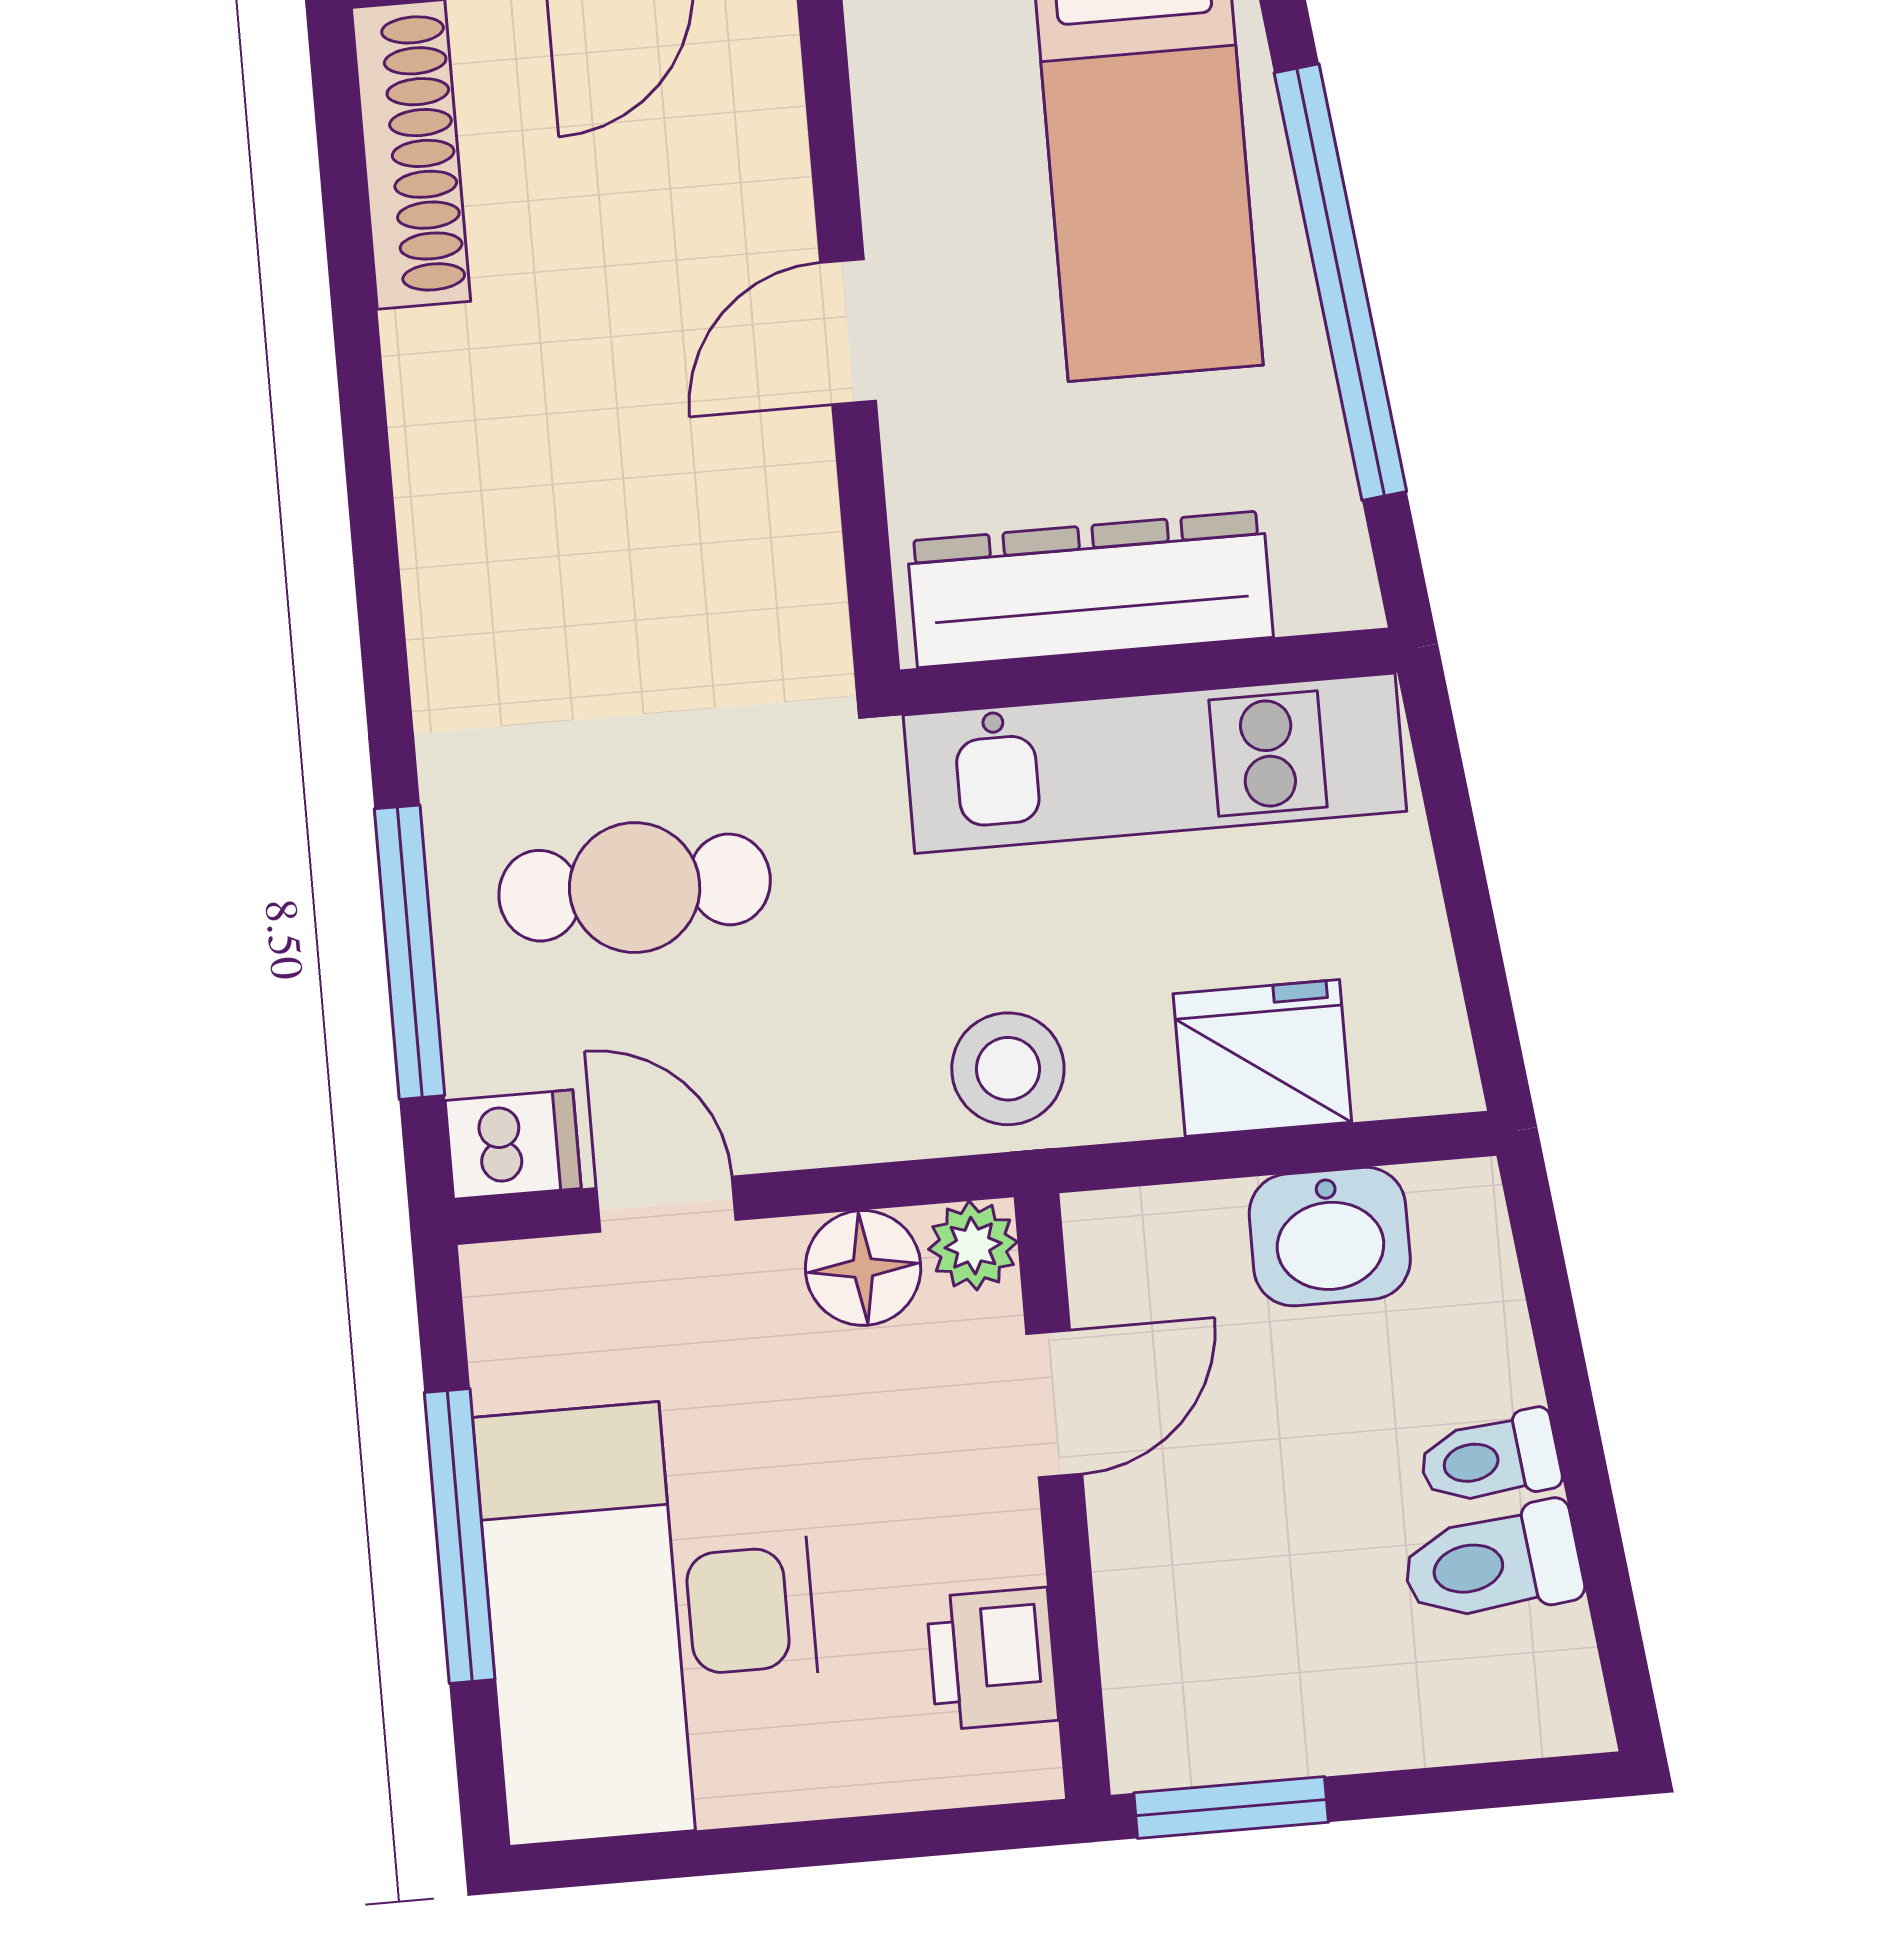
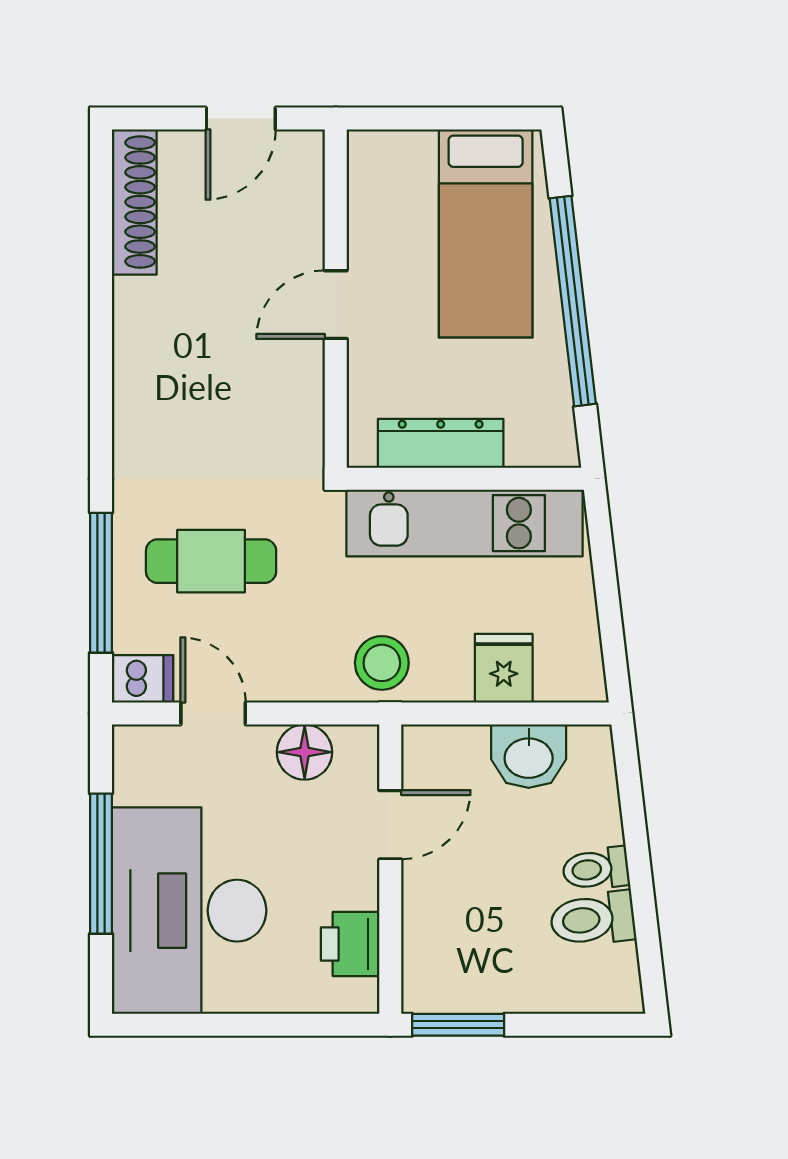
dresser: (1090, 589) -> (441, 443), width x0.73, depth x0.80
fridge: (1262, 1058) -> (504, 668), width x0.72
plant: (973, 1246) -> (358, 746), removed

